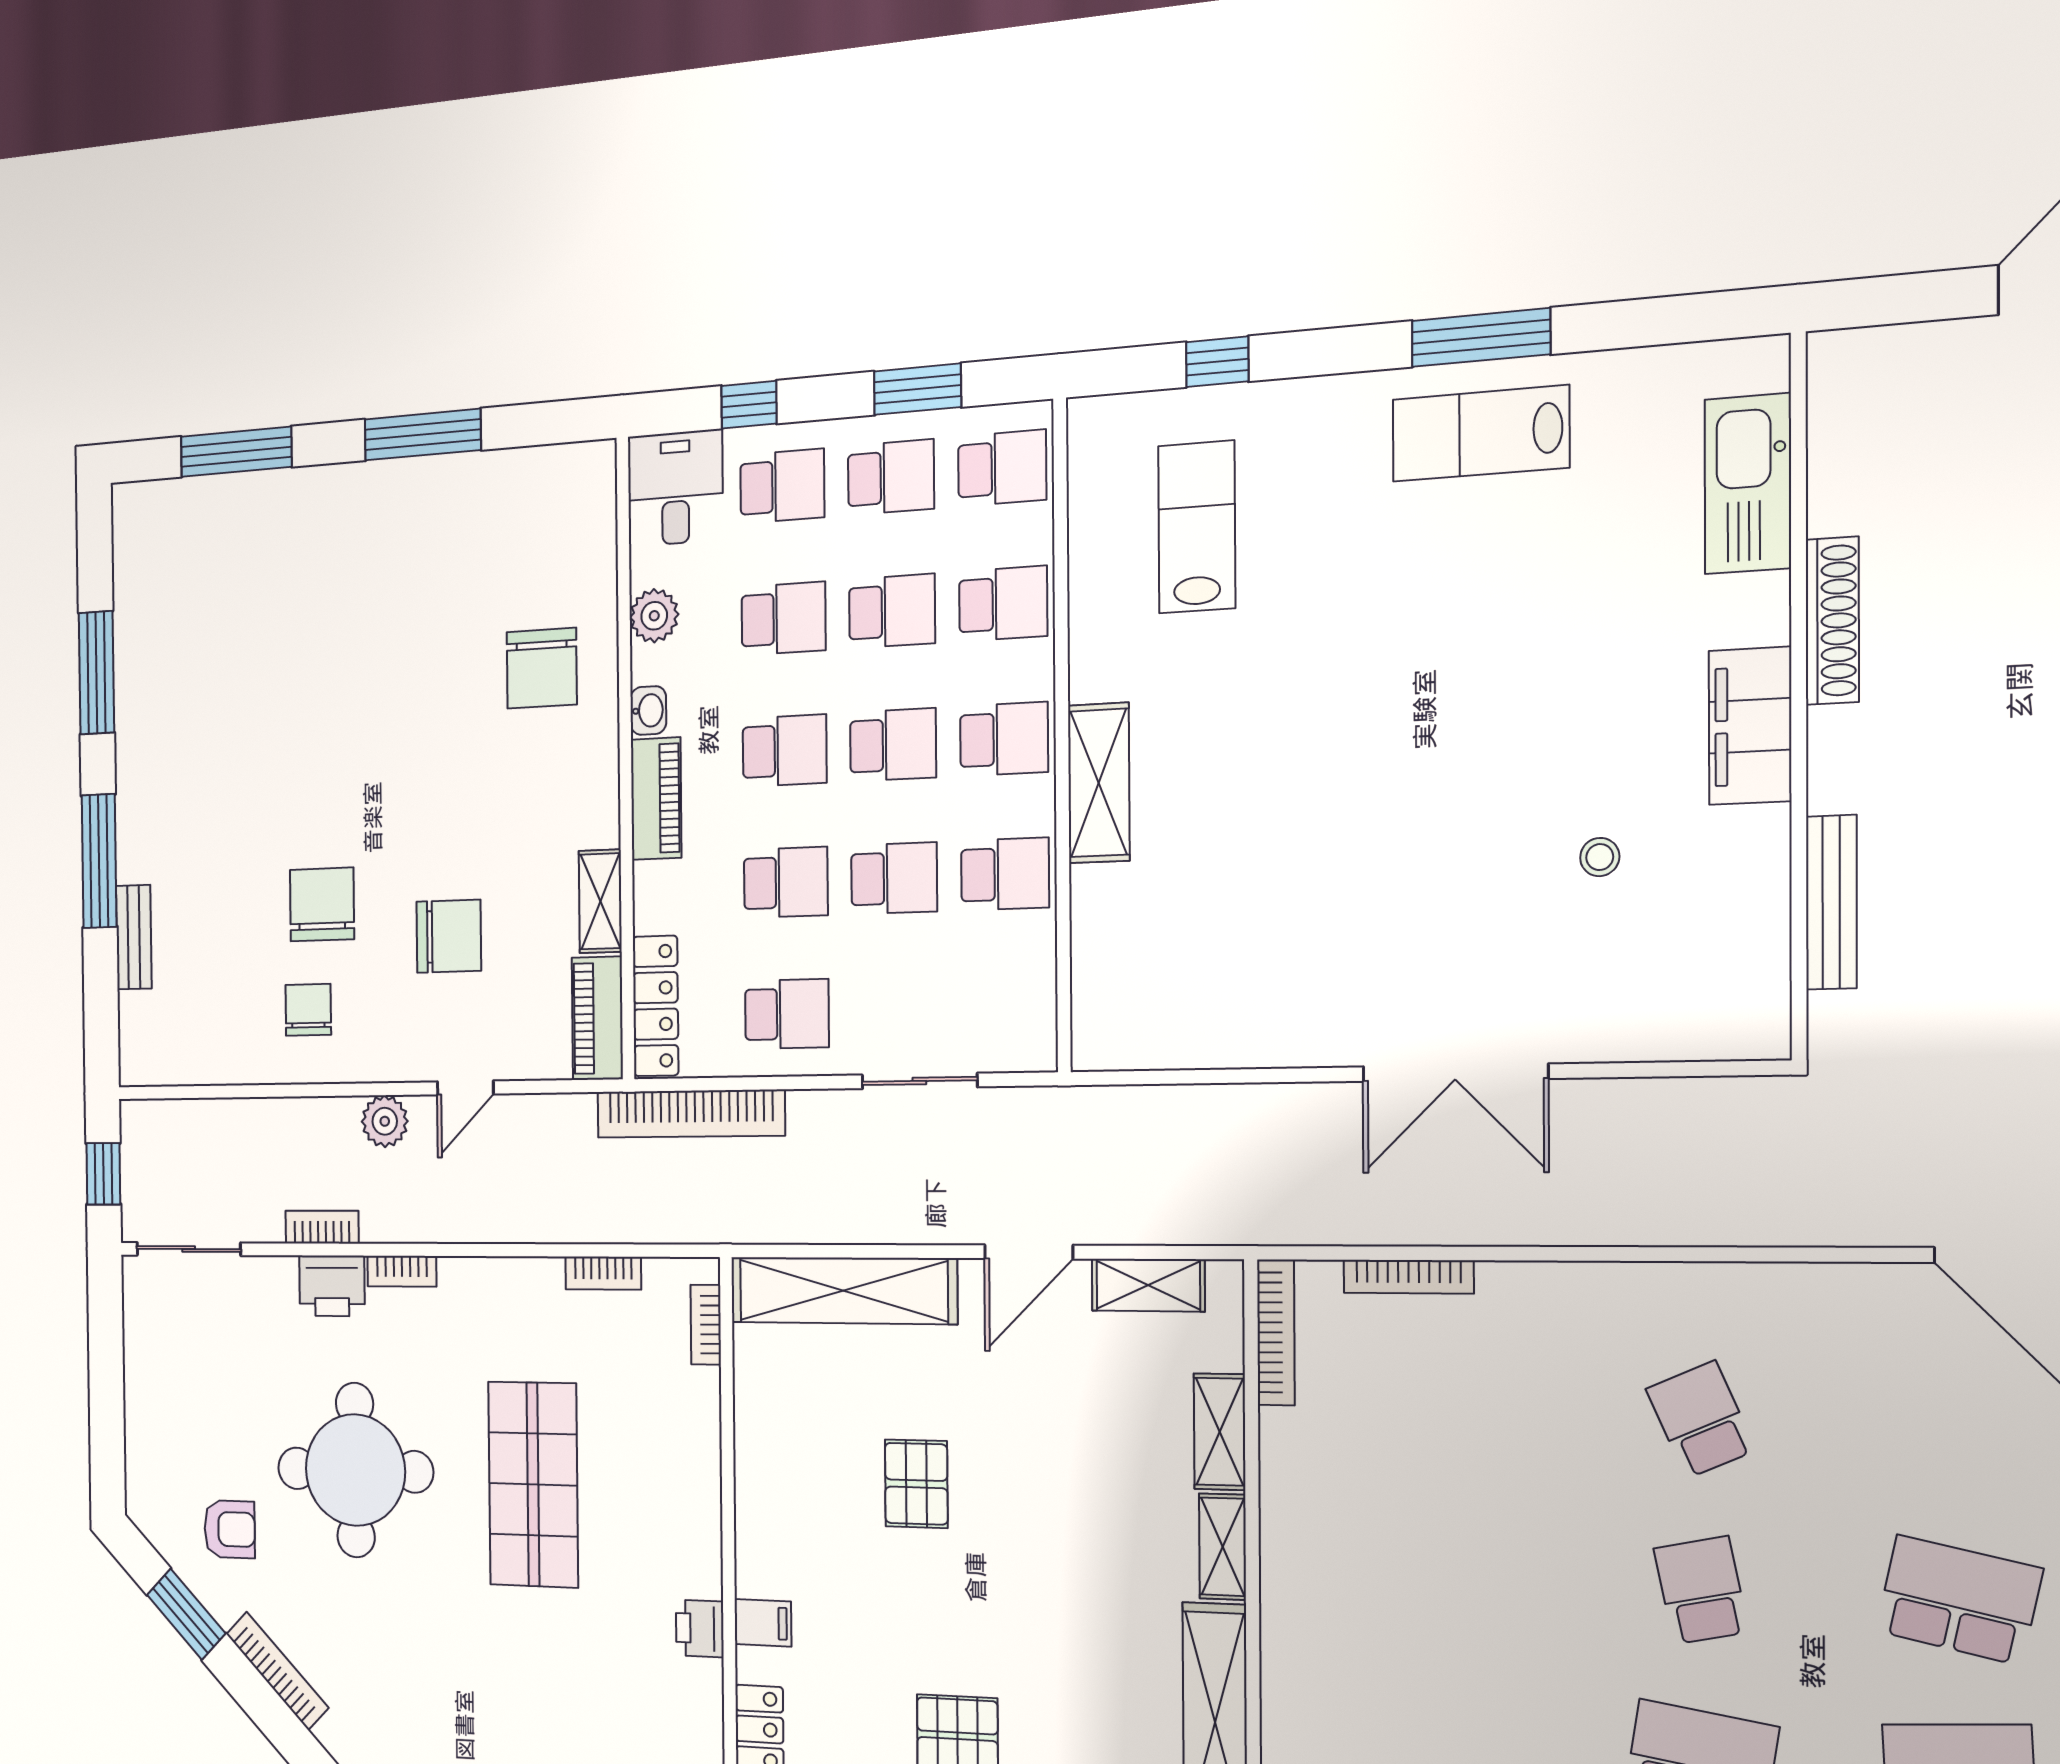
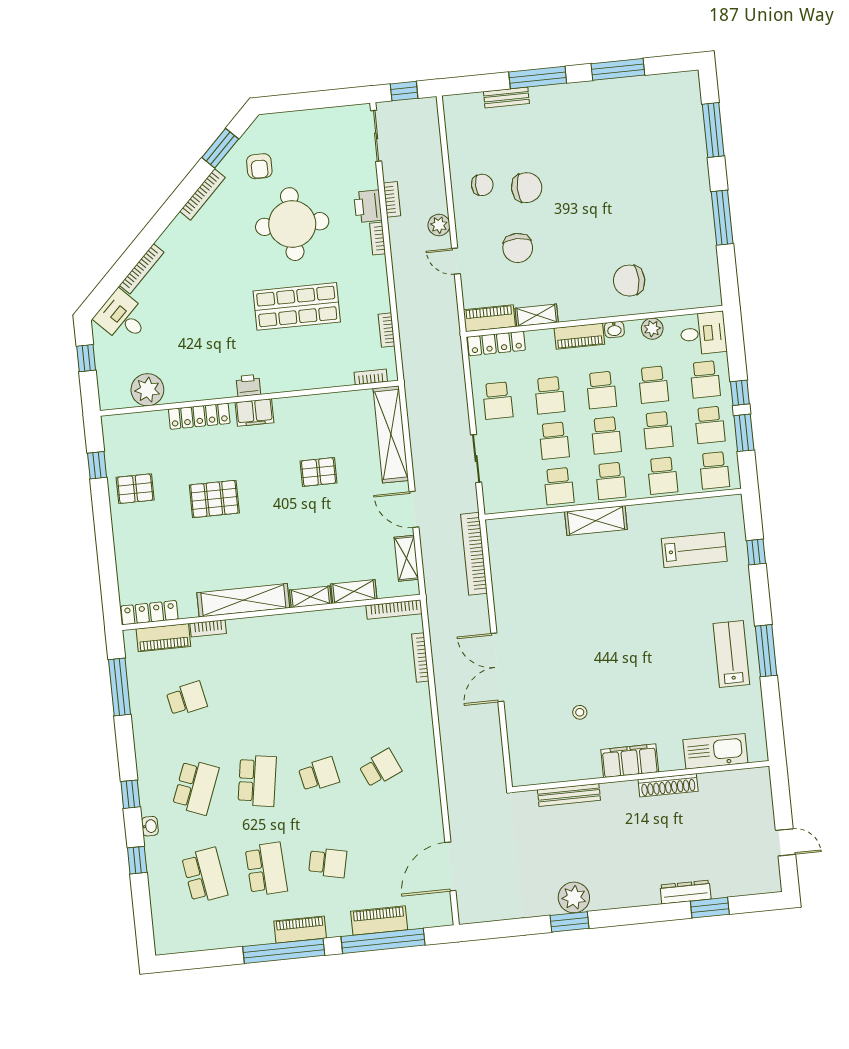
window: (749, 405) -> (740, 393), moved
bookcase: (691, 1114) -> (474, 554), moved
school desk: (1959, 1600) -> (328, 863), width x0.54
filing cabinet: (763, 1623) -> (255, 413), width x2.00

